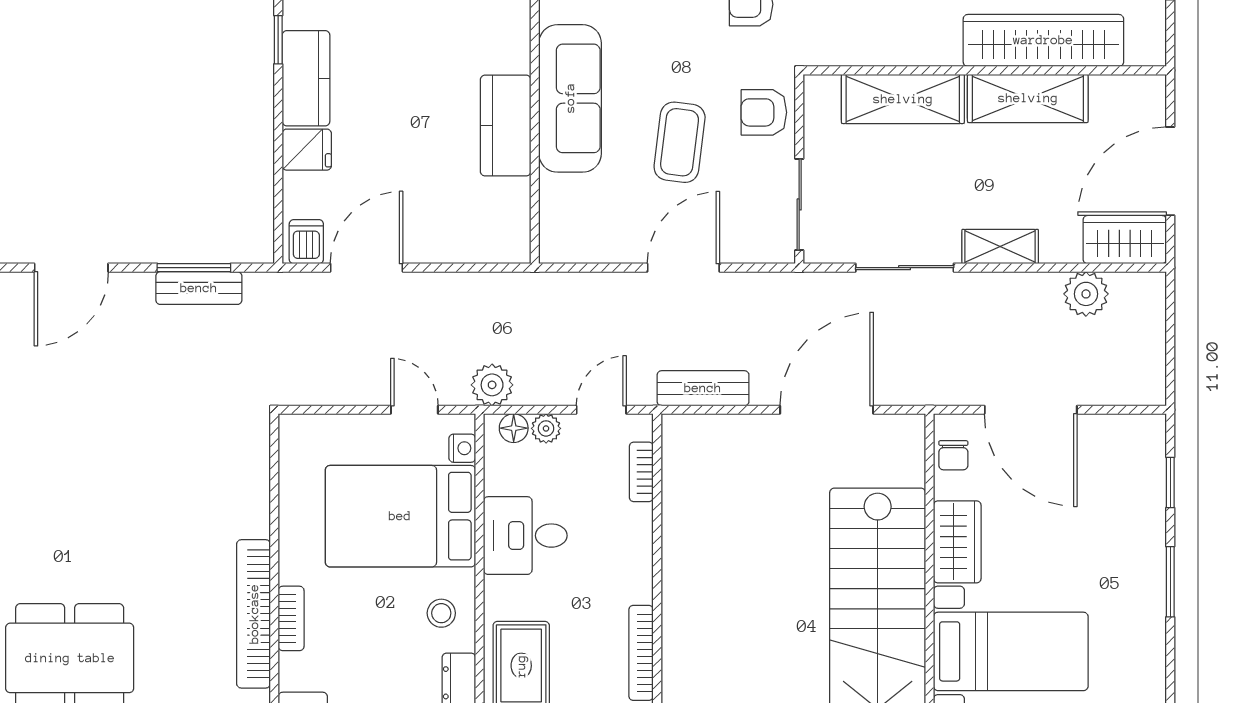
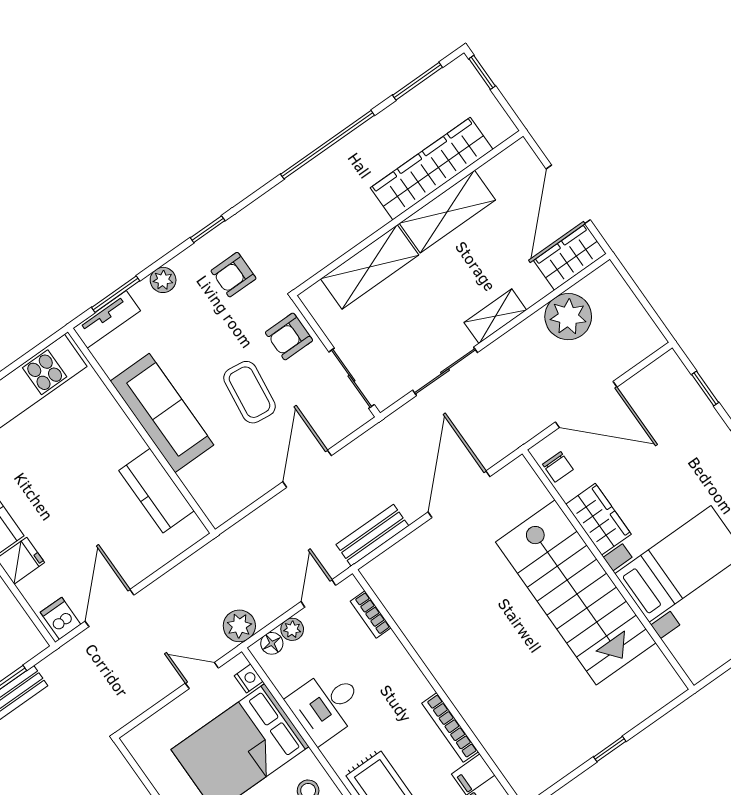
kitchen counter: (506, 126) -> (157, 491), moved
plant: (1086, 294) -> (568, 317), width x1.36, depth x1.36

